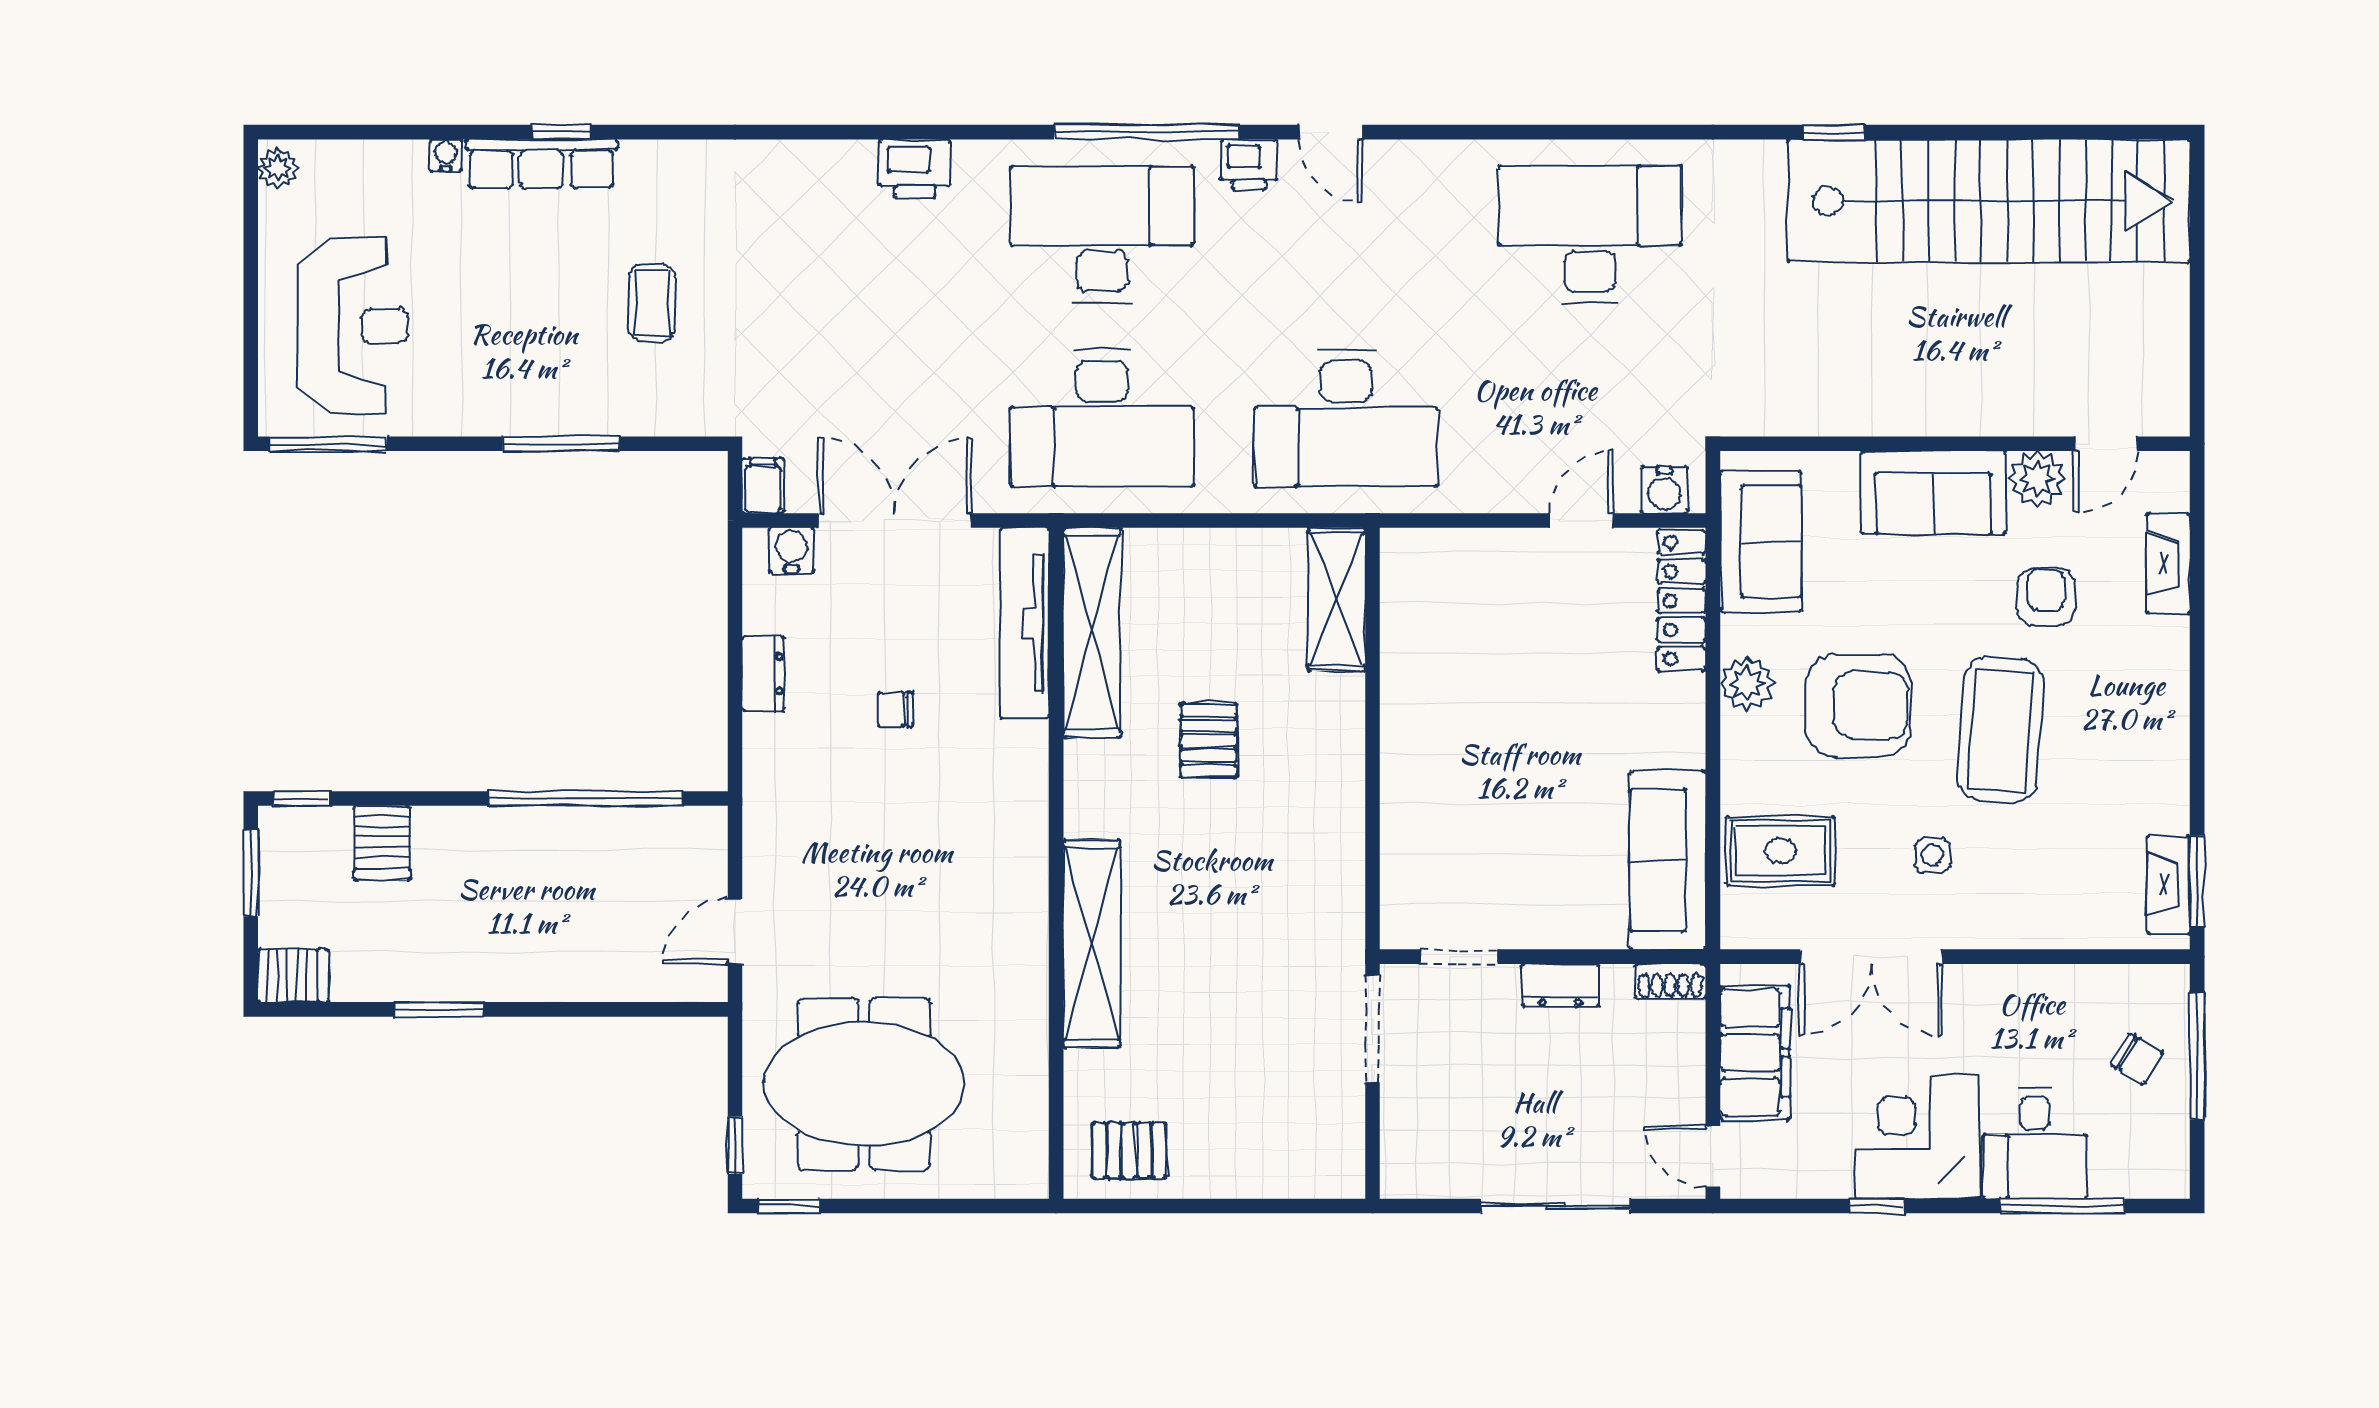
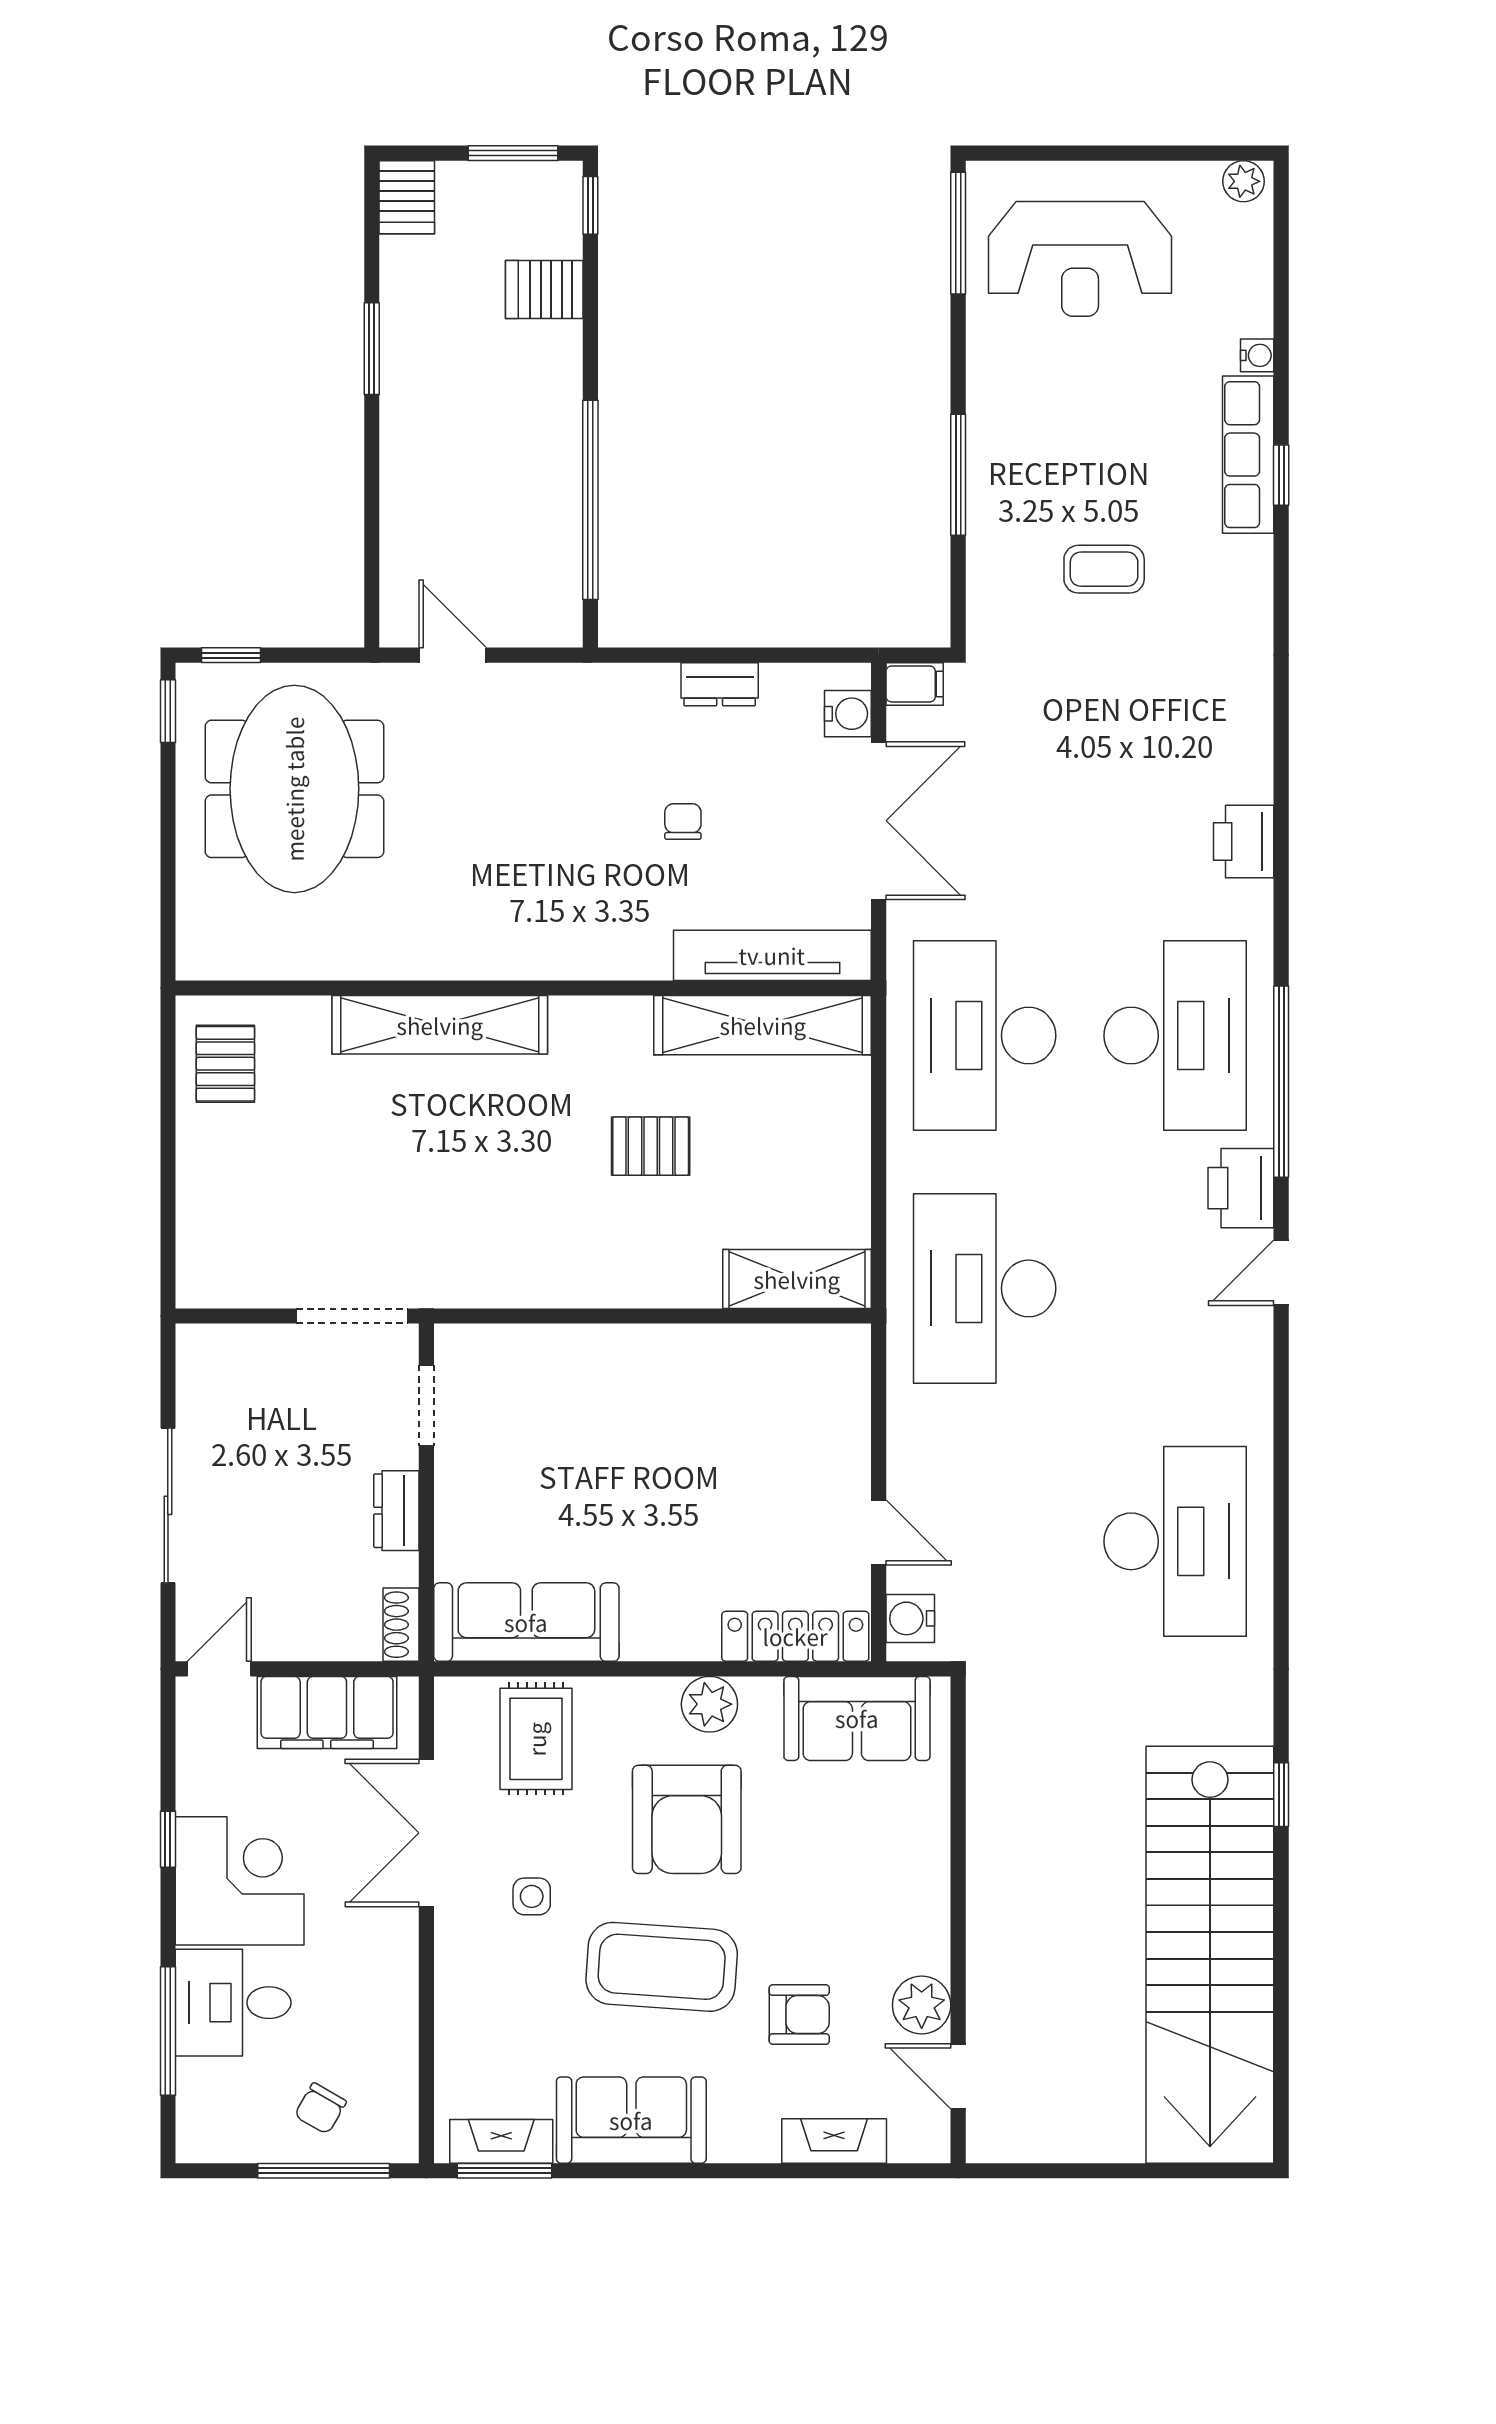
printer: (1249, 165) -> (1241, 1188), width x1.36, depth x1.24
sofa: (1933, 493) -> (631, 2120), moved, turned 90

